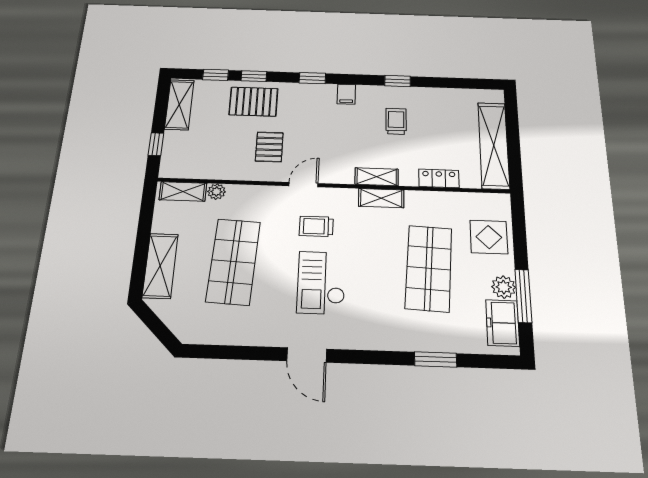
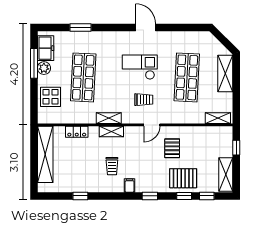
window: (398, 81) -> (80, 196), moved
trolley: (396, 121) -> (112, 166), moved
plant: (217, 192) -> (199, 119), removed
checkout: (321, 283) -> (140, 67), turned -90

